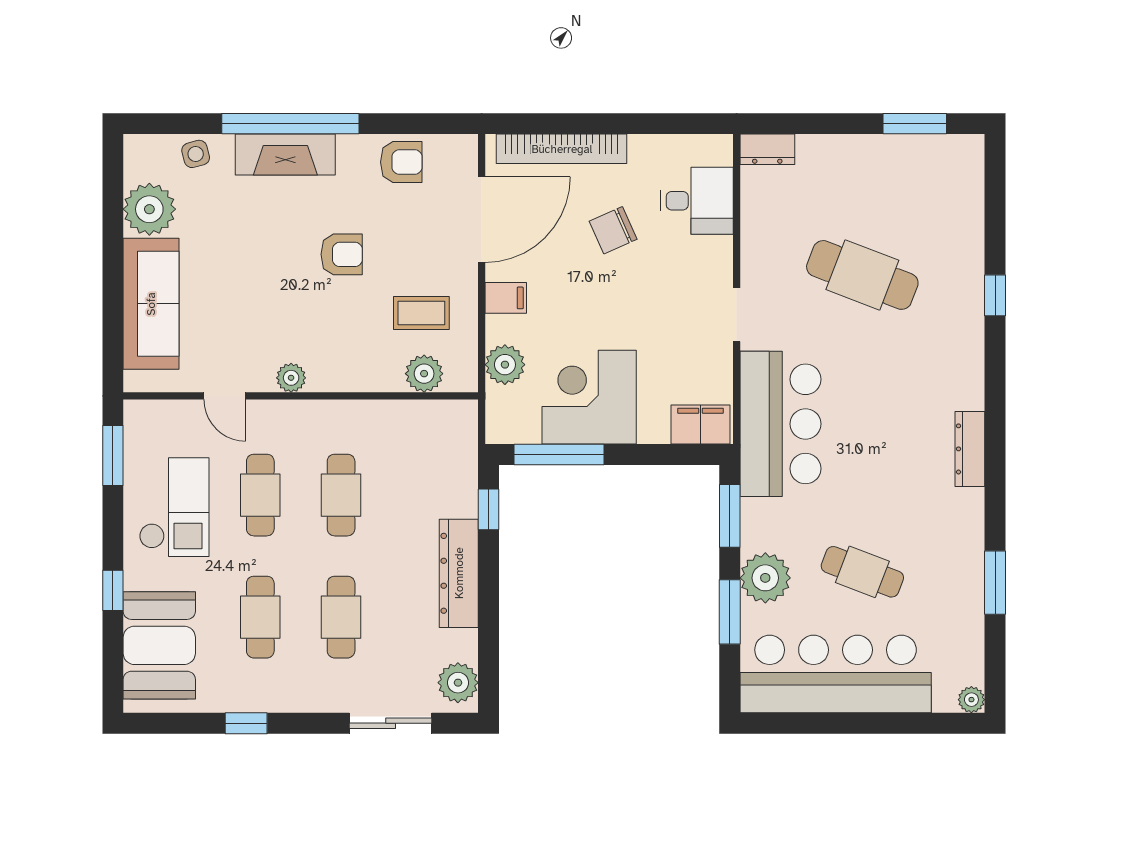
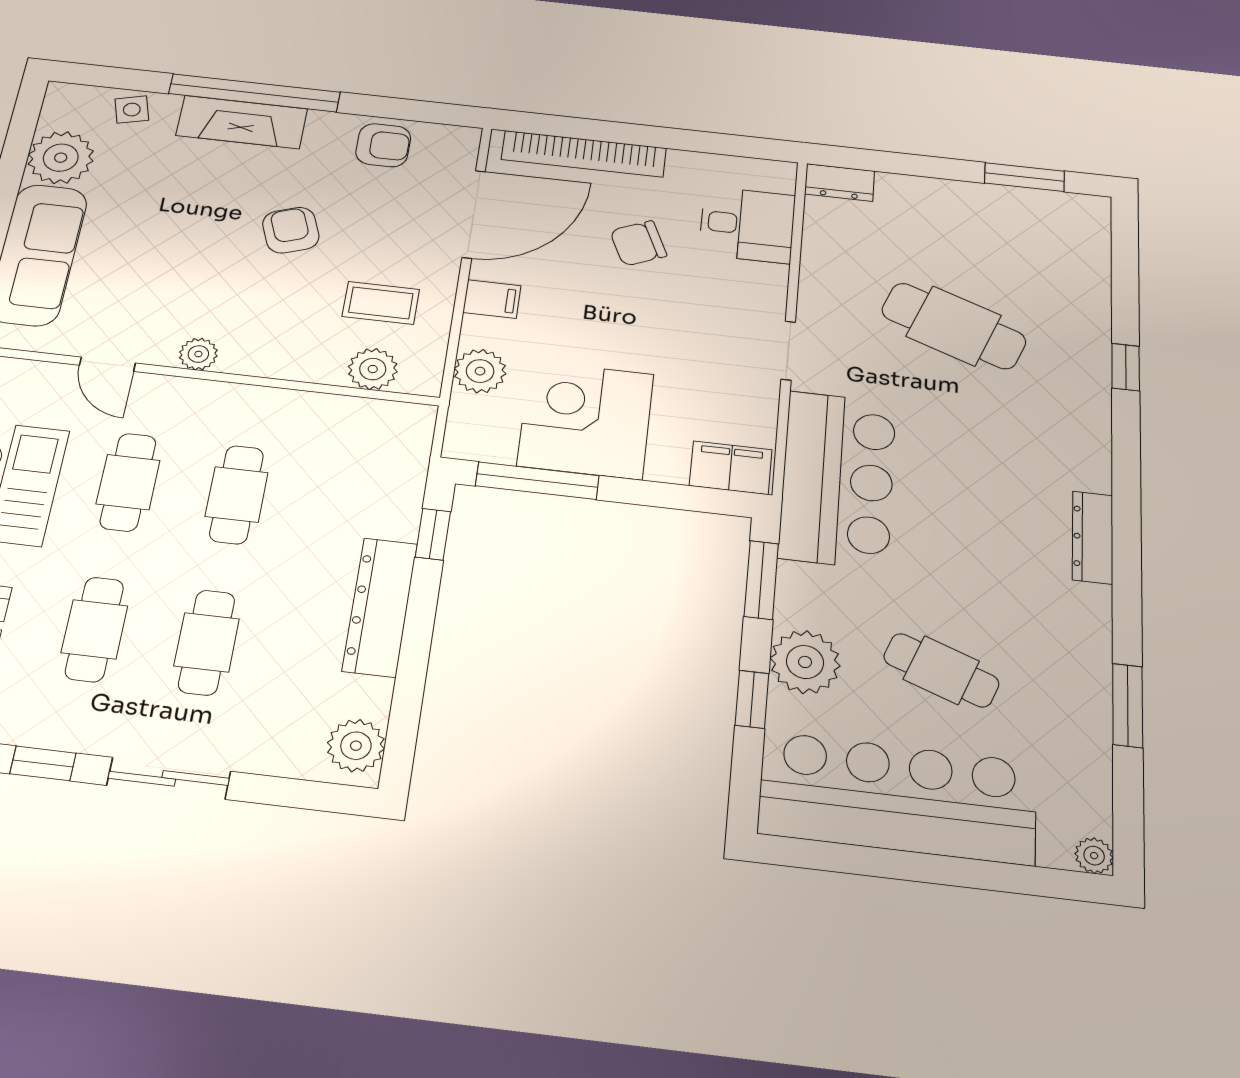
armchair: (342, 254) -> (291, 230), turned -110
window: (730, 612) -> (752, 699), width x0.67
sliding door: (391, 723) -> (169, 778), moved

